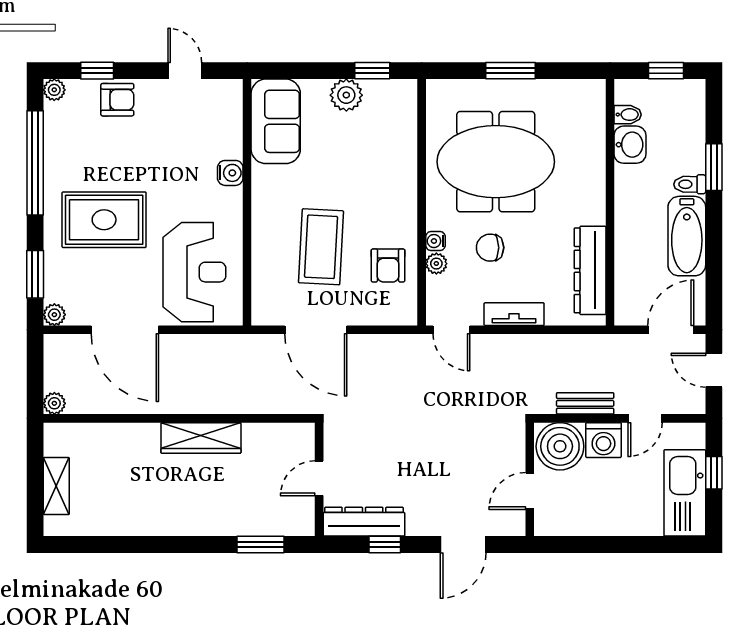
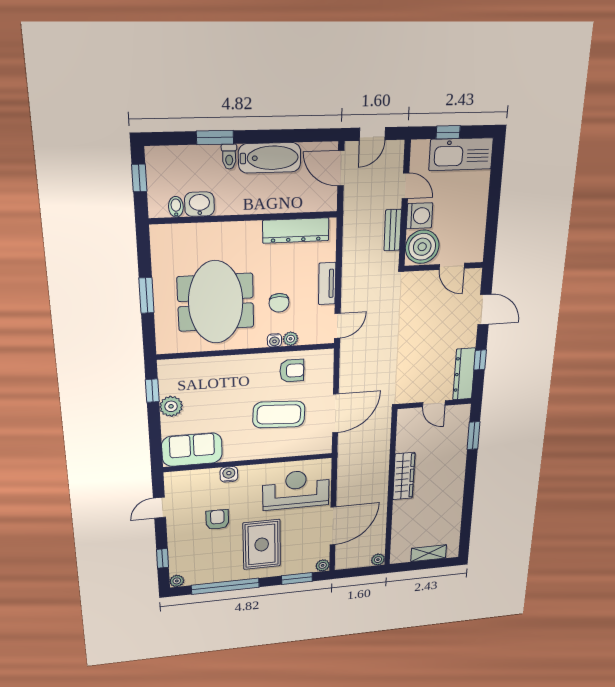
armchair: (117, 100) -> (217, 520), moved

